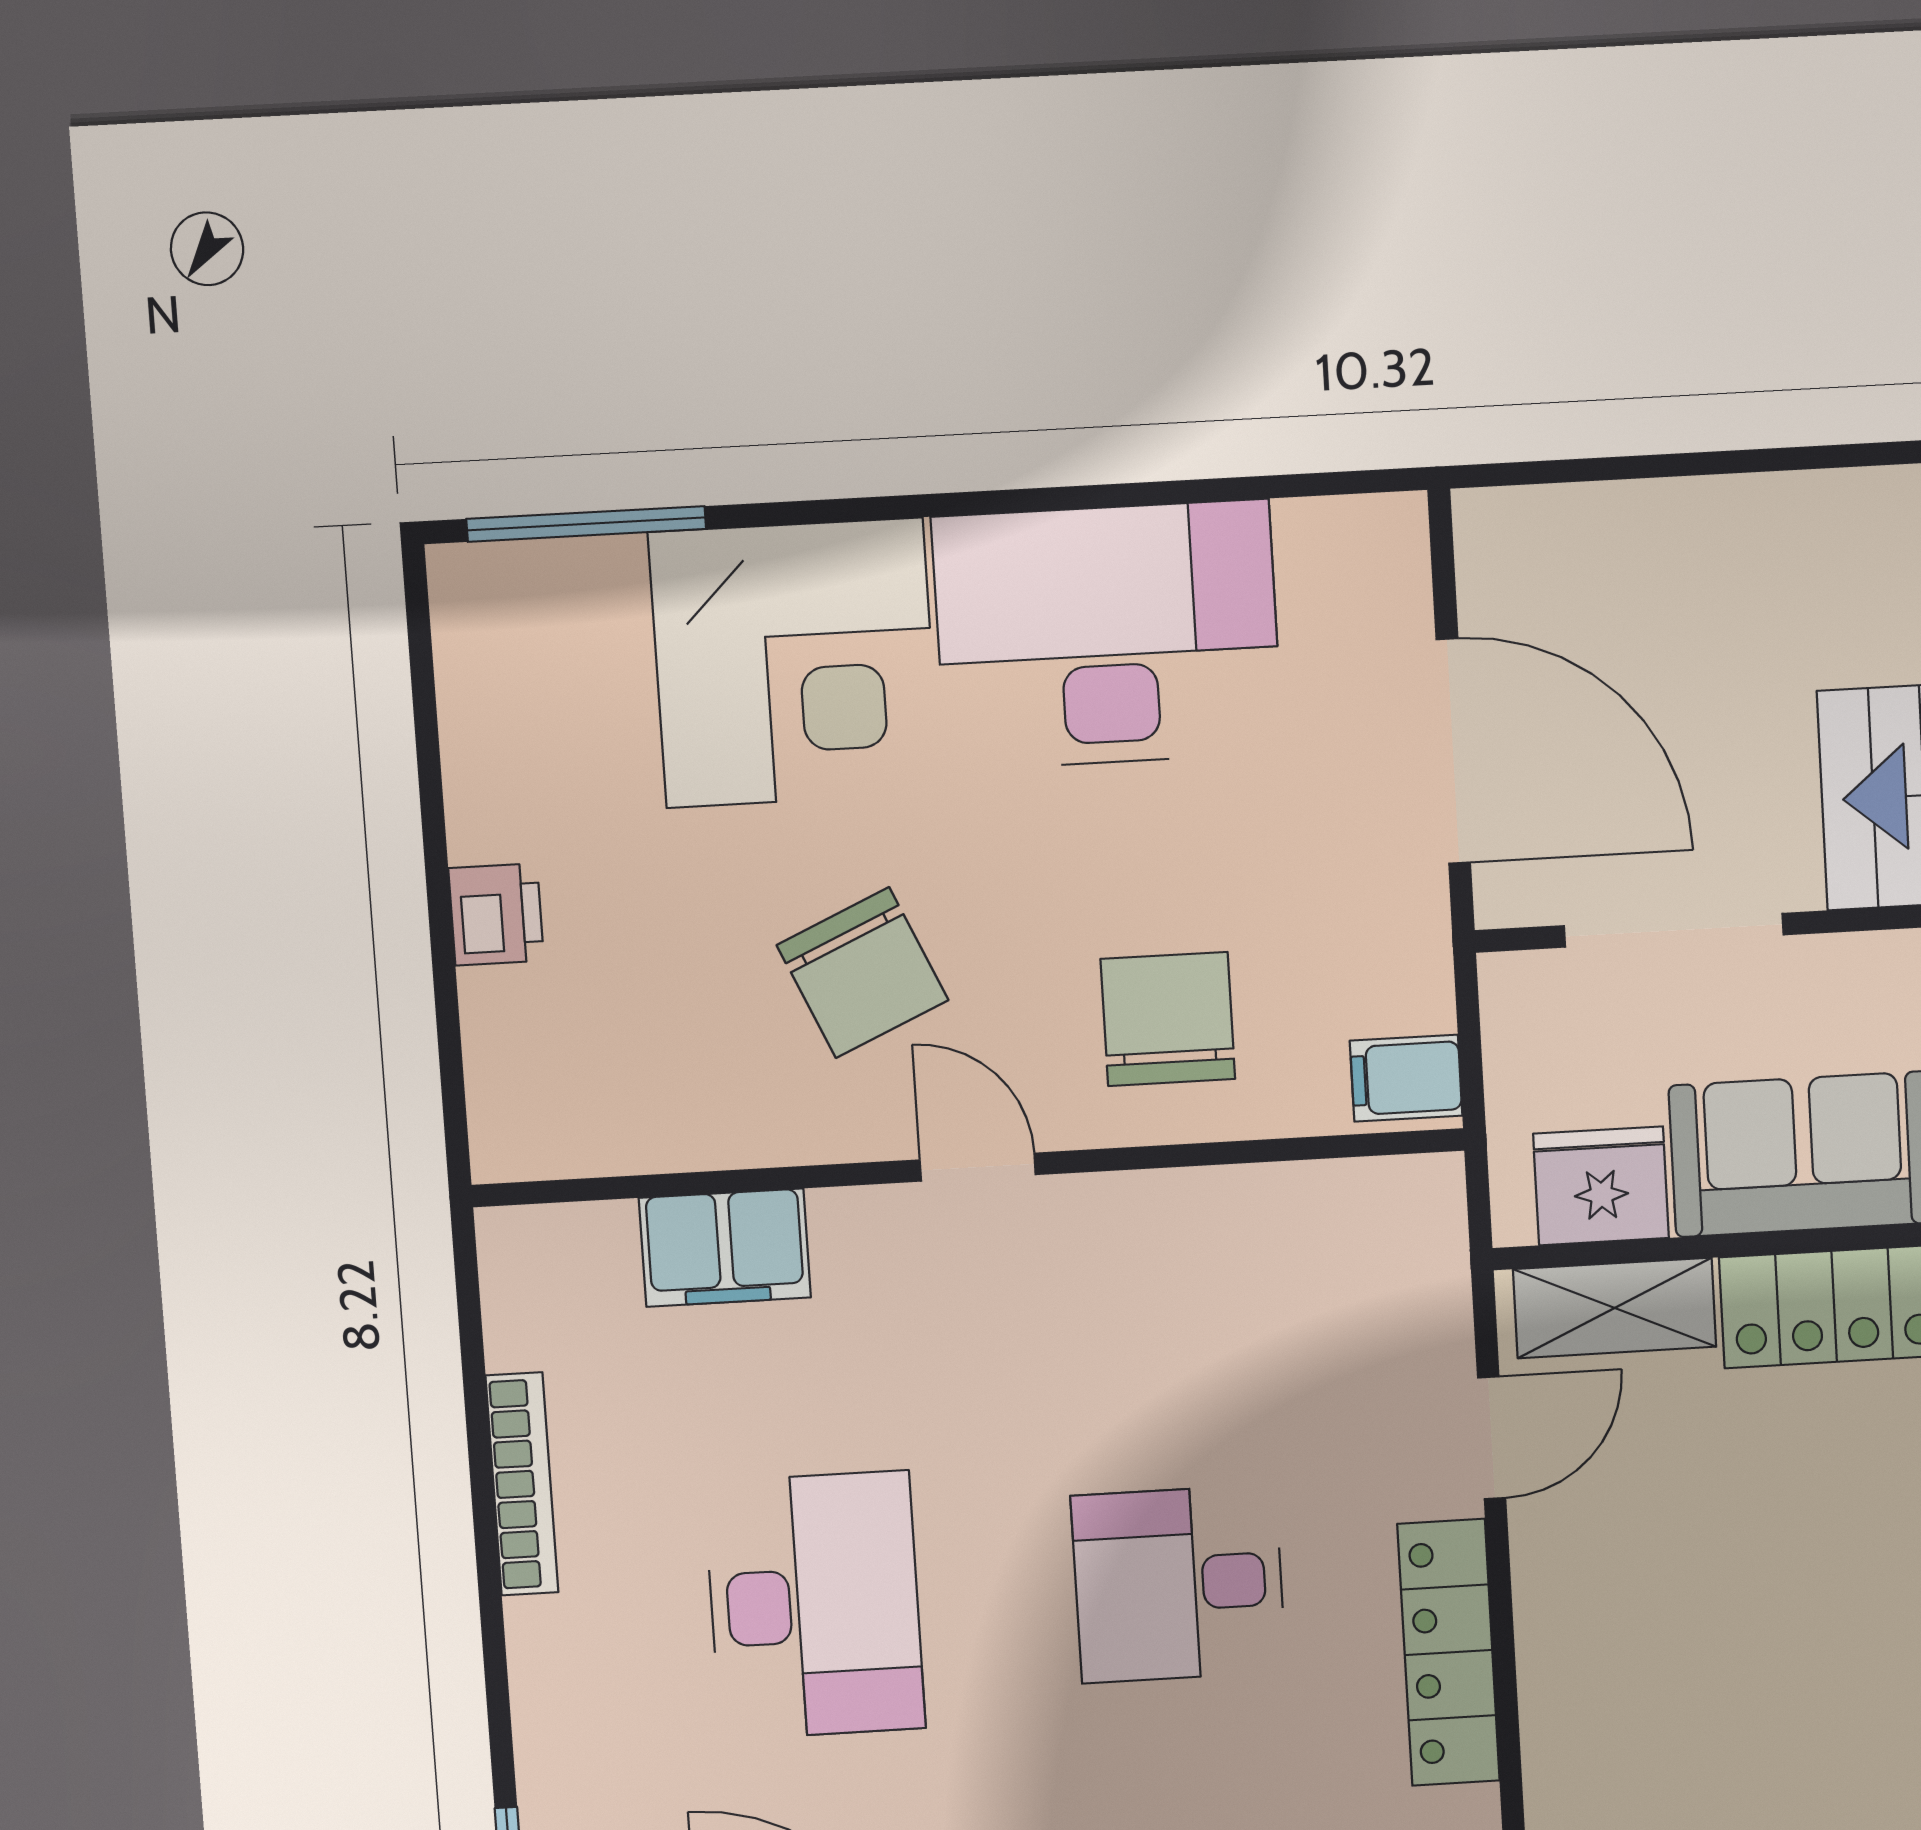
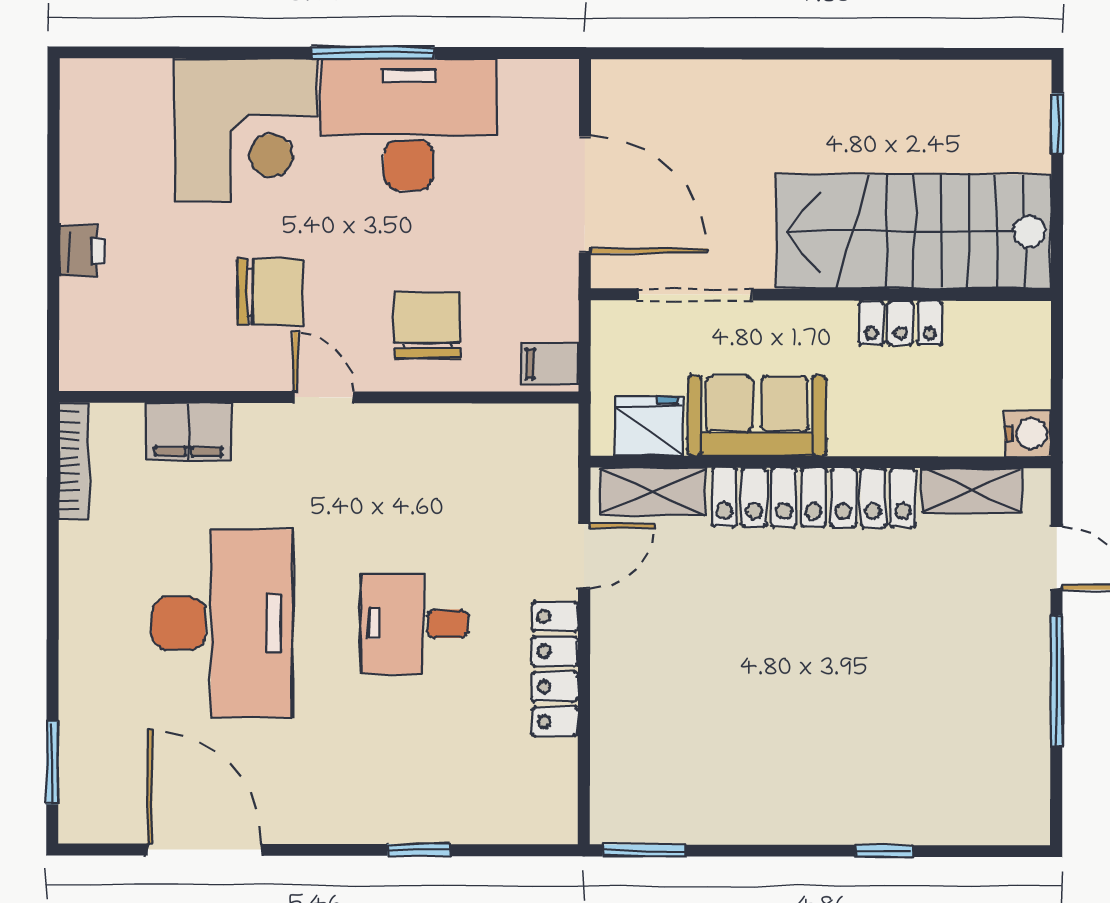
window: (586, 524) -> (373, 53), moved
chair: (863, 973) -> (270, 292), turned -66
bookcase: (522, 1484) -> (74, 461), moved
desk: (815, 1605) -> (222, 623), width x1.36, depth x1.30

